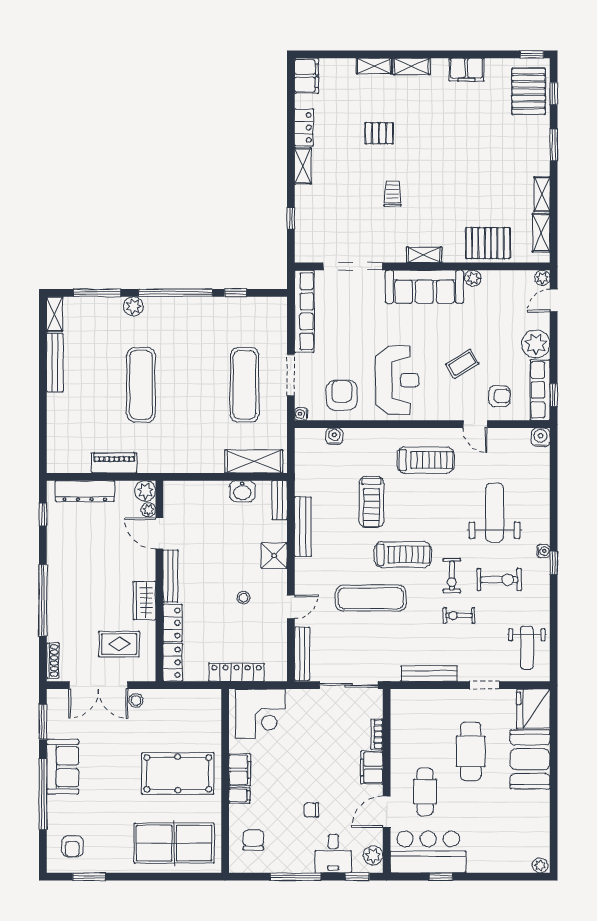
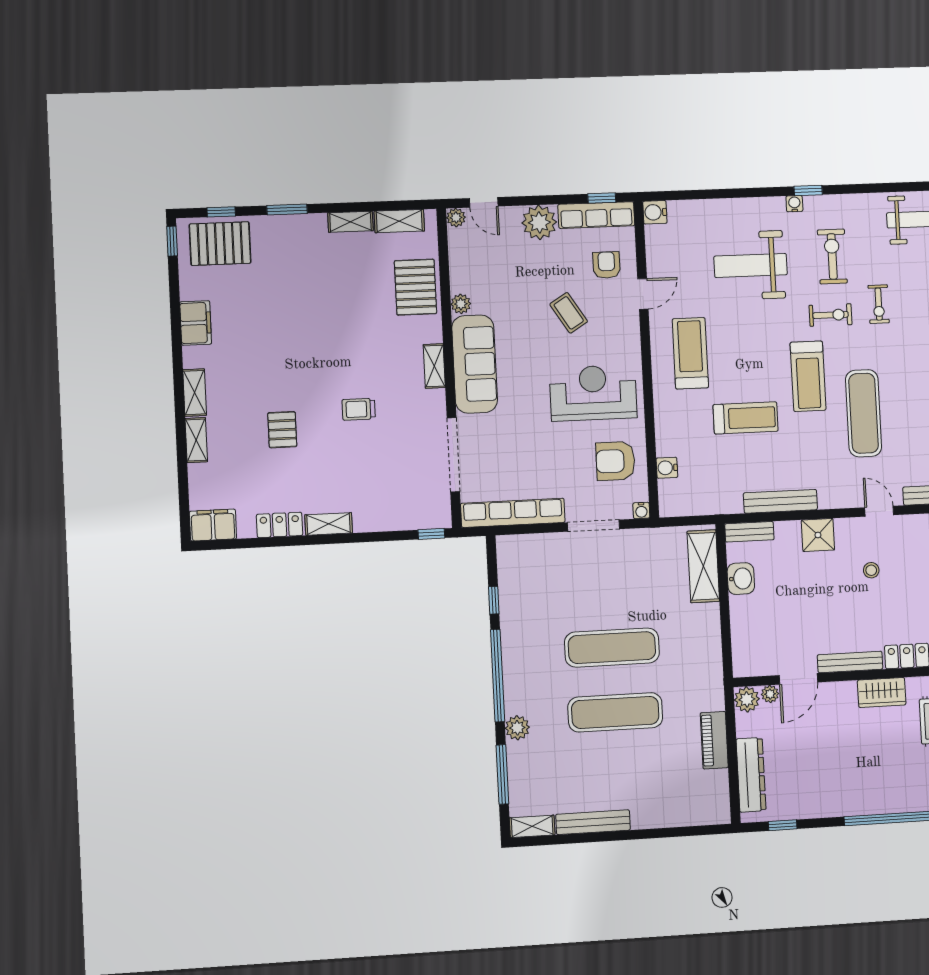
window: (291, 218) -> (431, 534), moved
exercise mat: (245, 385) -> (612, 648), moved
treadmill: (403, 555) -> (808, 376), turned 180

